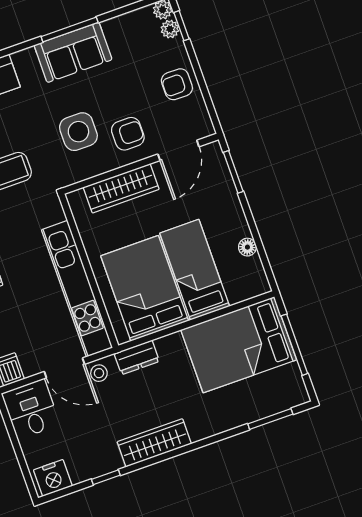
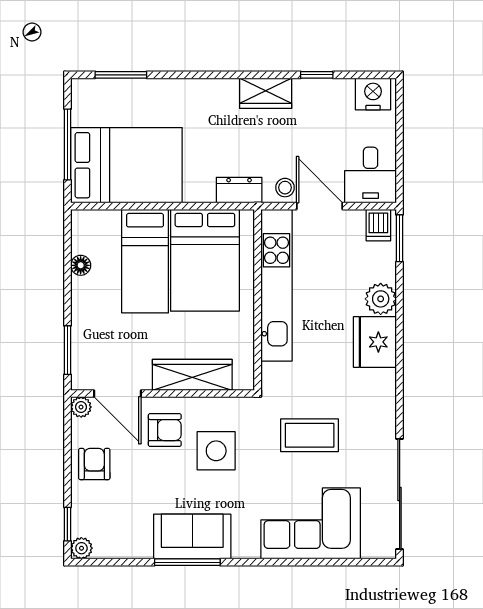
plant: (170, 29) -> (81, 407), moved
armchair: (177, 84) -> (94, 464), turned -90
armchair: (128, 134) -> (165, 430), turned 180
door: (178, 150) -> (117, 394), swing flipped
wardrobe: (154, 443) -> (266, 93), width x0.67

